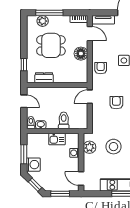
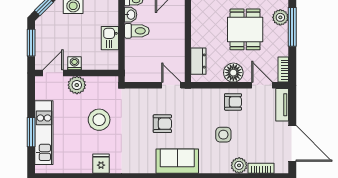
door: (90, 34) -> (262, 85), swing flipped
armchair: (101, 68) -> (233, 102), moved
dresser: (44, 78) -> (198, 61), moved
toilet: (64, 120) -> (137, 31), moved
plant: (90, 147) -> (77, 85), moved
washing machine: (74, 153) -> (74, 63), moved

